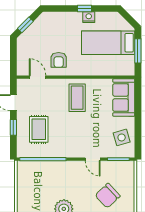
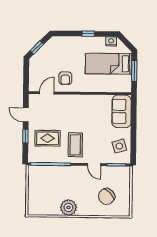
nightstand: (89, 17) -> (111, 41), moved
door: (38, 77) -> (47, 93), hinge flipped
coffee table: (77, 98) -> (75, 145), moved
rug: (39, 129) -> (48, 138), turned 90

